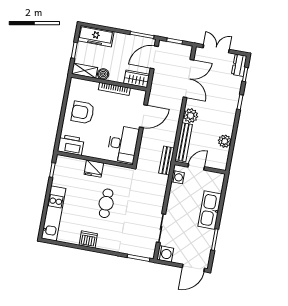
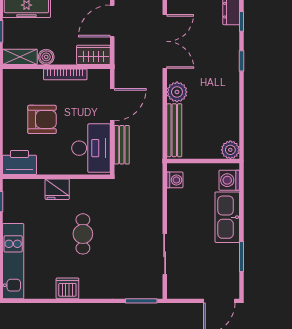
armchair: (83, 112) -> (42, 119), moved, turned 180
plant: (225, 141) -> (230, 150), moved
bench: (166, 161) -> (122, 145), moved
door: (196, 167) -> (198, 161), removed
washing machine: (165, 254) -> (229, 180), moved, turned 180

